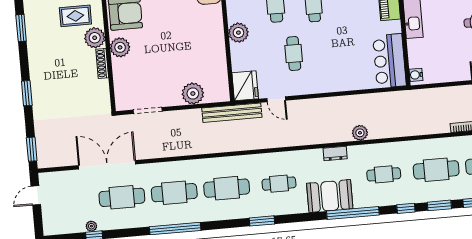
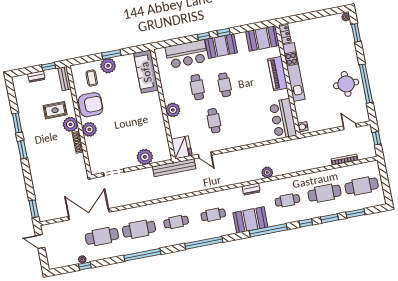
window: (27, 93) -> (22, 150), moved
cafe table: (227, 188) -> (176, 222), width x0.73, depth x0.74
door: (36, 195) -> (40, 242), hinge flipped
window: (262, 221) -> (204, 243), width x2.11

